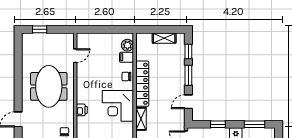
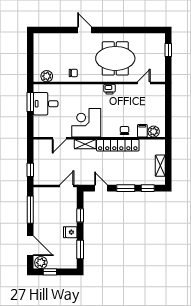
door: (75, 56) -> (144, 83), swing flipped
corner desk: (118, 106) -> (86, 123), moved
printer: (82, 110) -> (109, 89), moved

